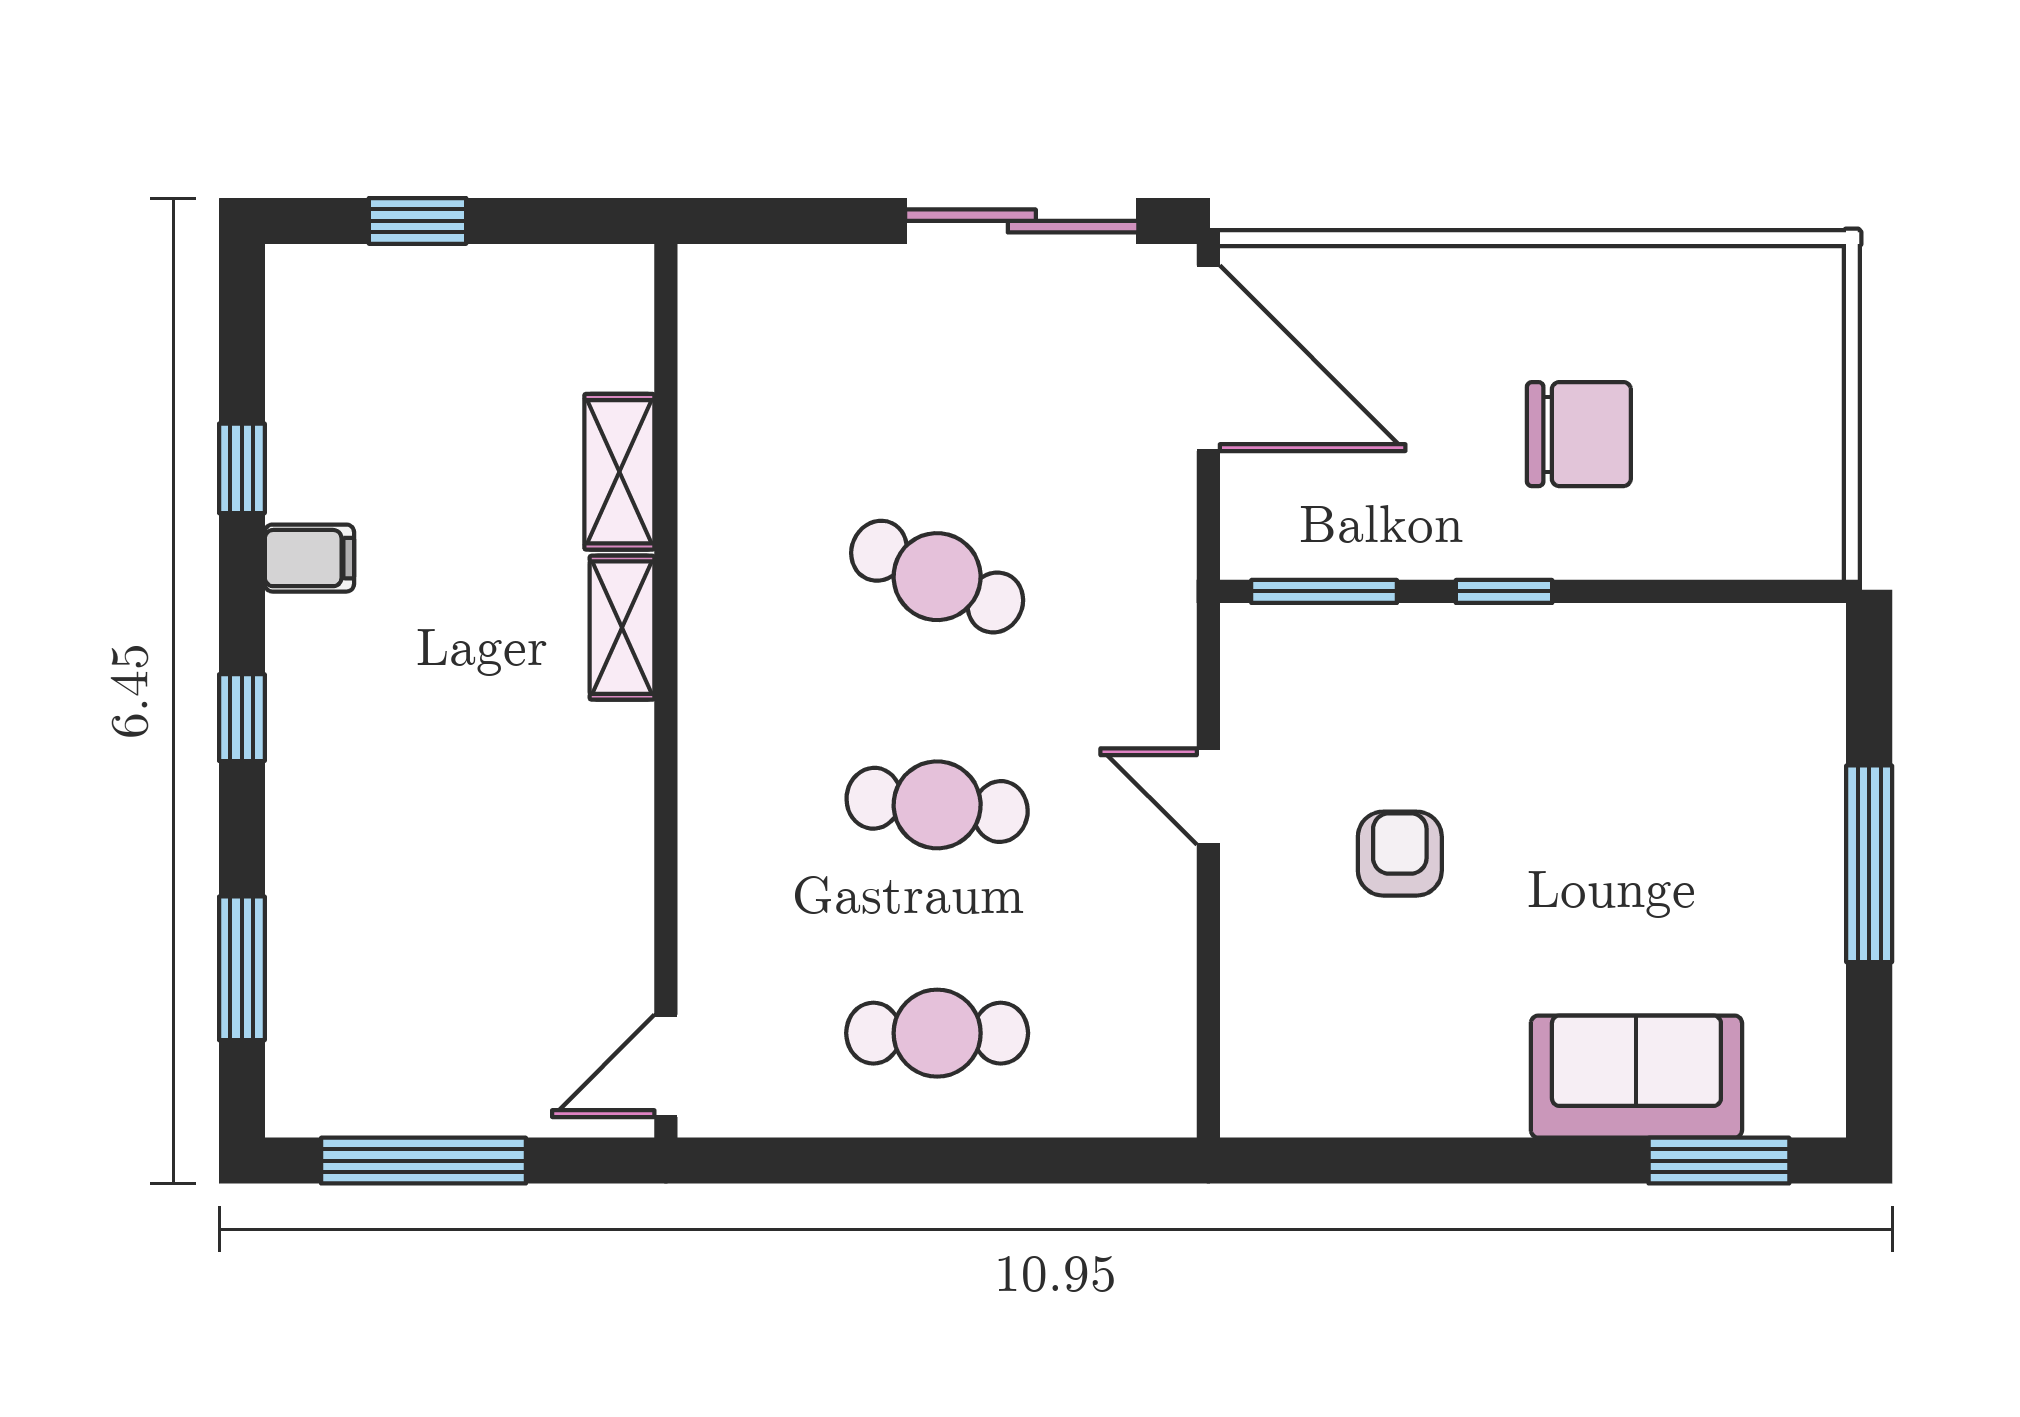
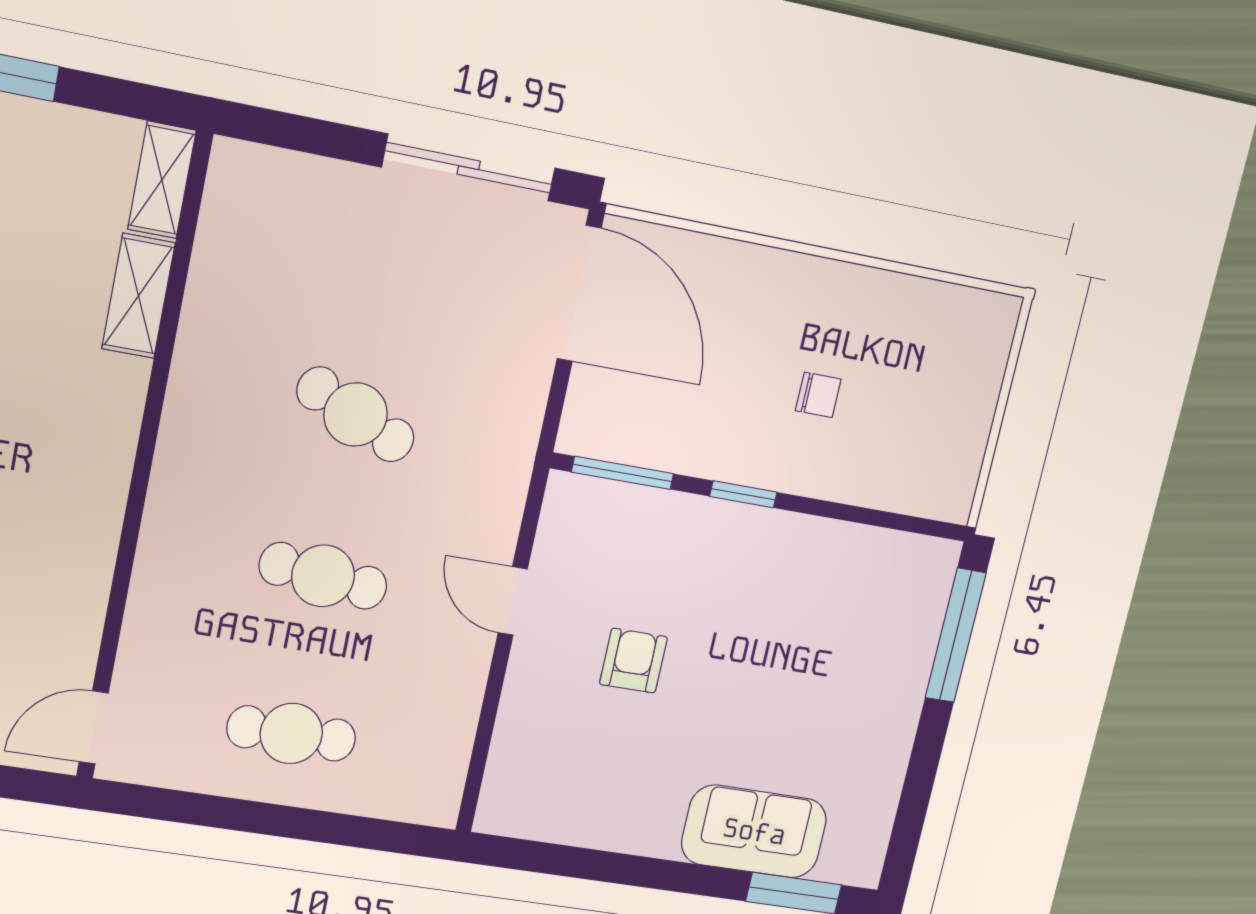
chair: (1579, 434) -> (818, 395), width x0.54, depth x0.54
shelving: (622, 628) -> (162, 180), moved
window: (1869, 864) -> (956, 635), moved

